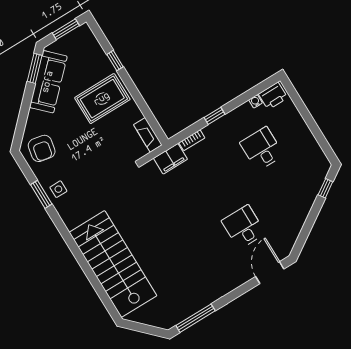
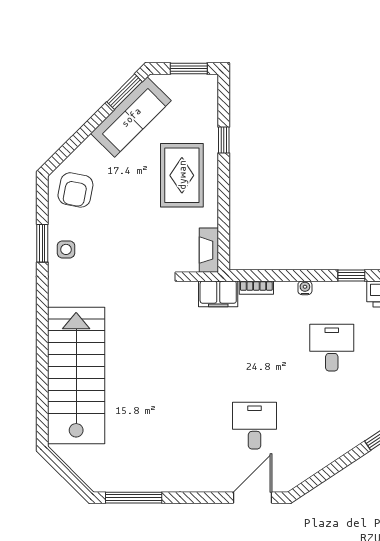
rug: (102, 99) -> (182, 175), turned 90
water cooler: (255, 101) -> (305, 288), moved
window: (215, 116) -> (351, 276), moved

